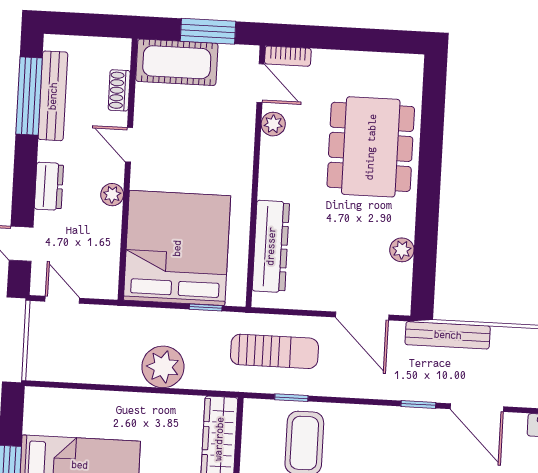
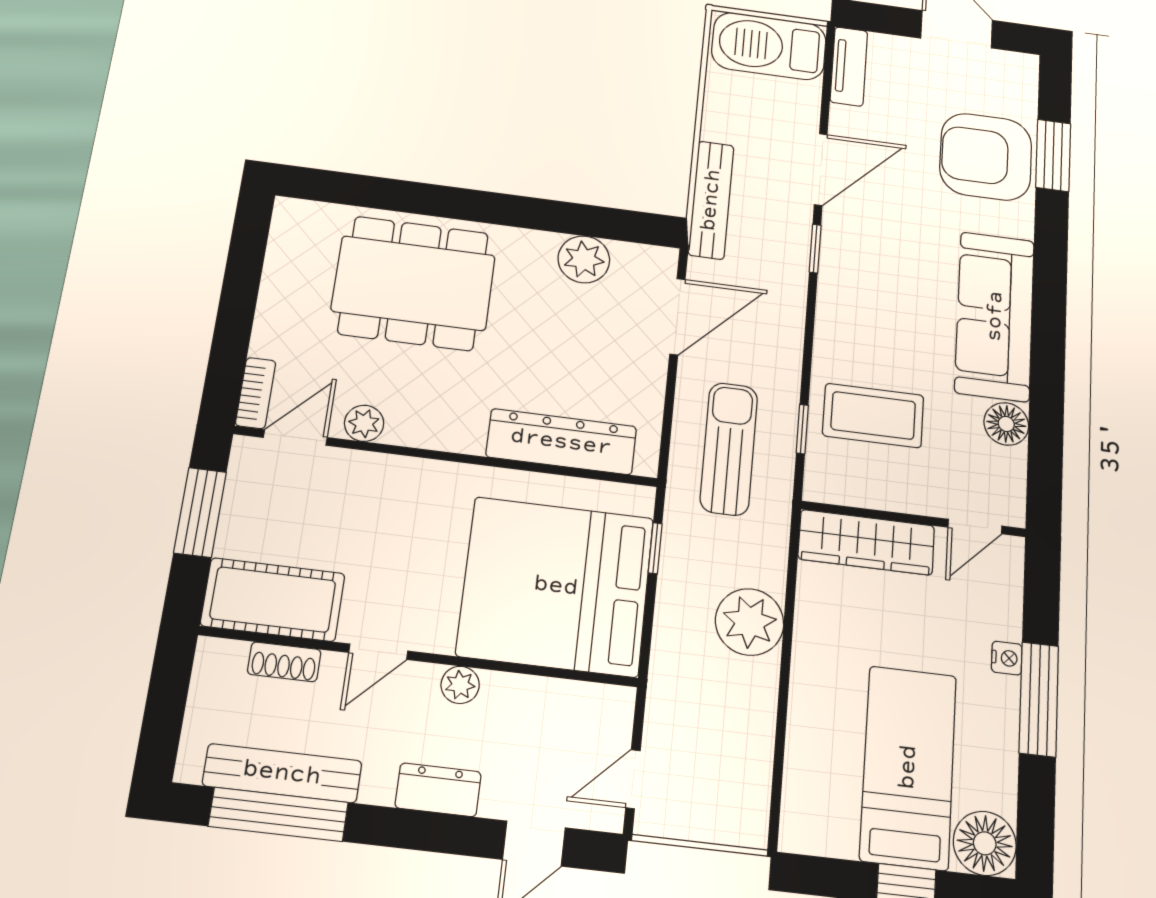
cot: (177, 62) -> (273, 600), moved, turned 90
plant: (402, 250) -> (584, 259), width x1.38, depth x1.38

